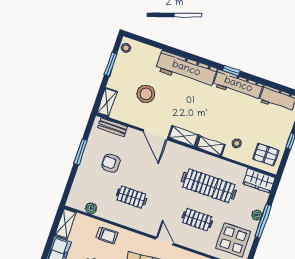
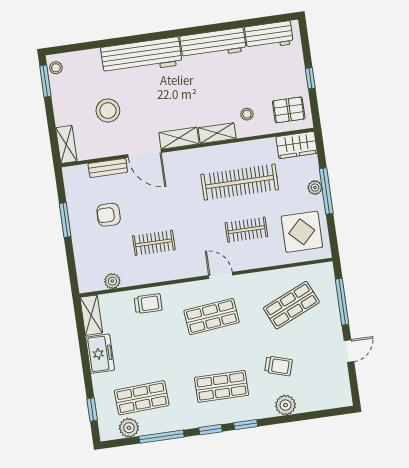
window: (111, 64) -> (45, 81), moved
window: (231, 71) -> (196, 30), removed
bench: (113, 127) -> (108, 168), moved

